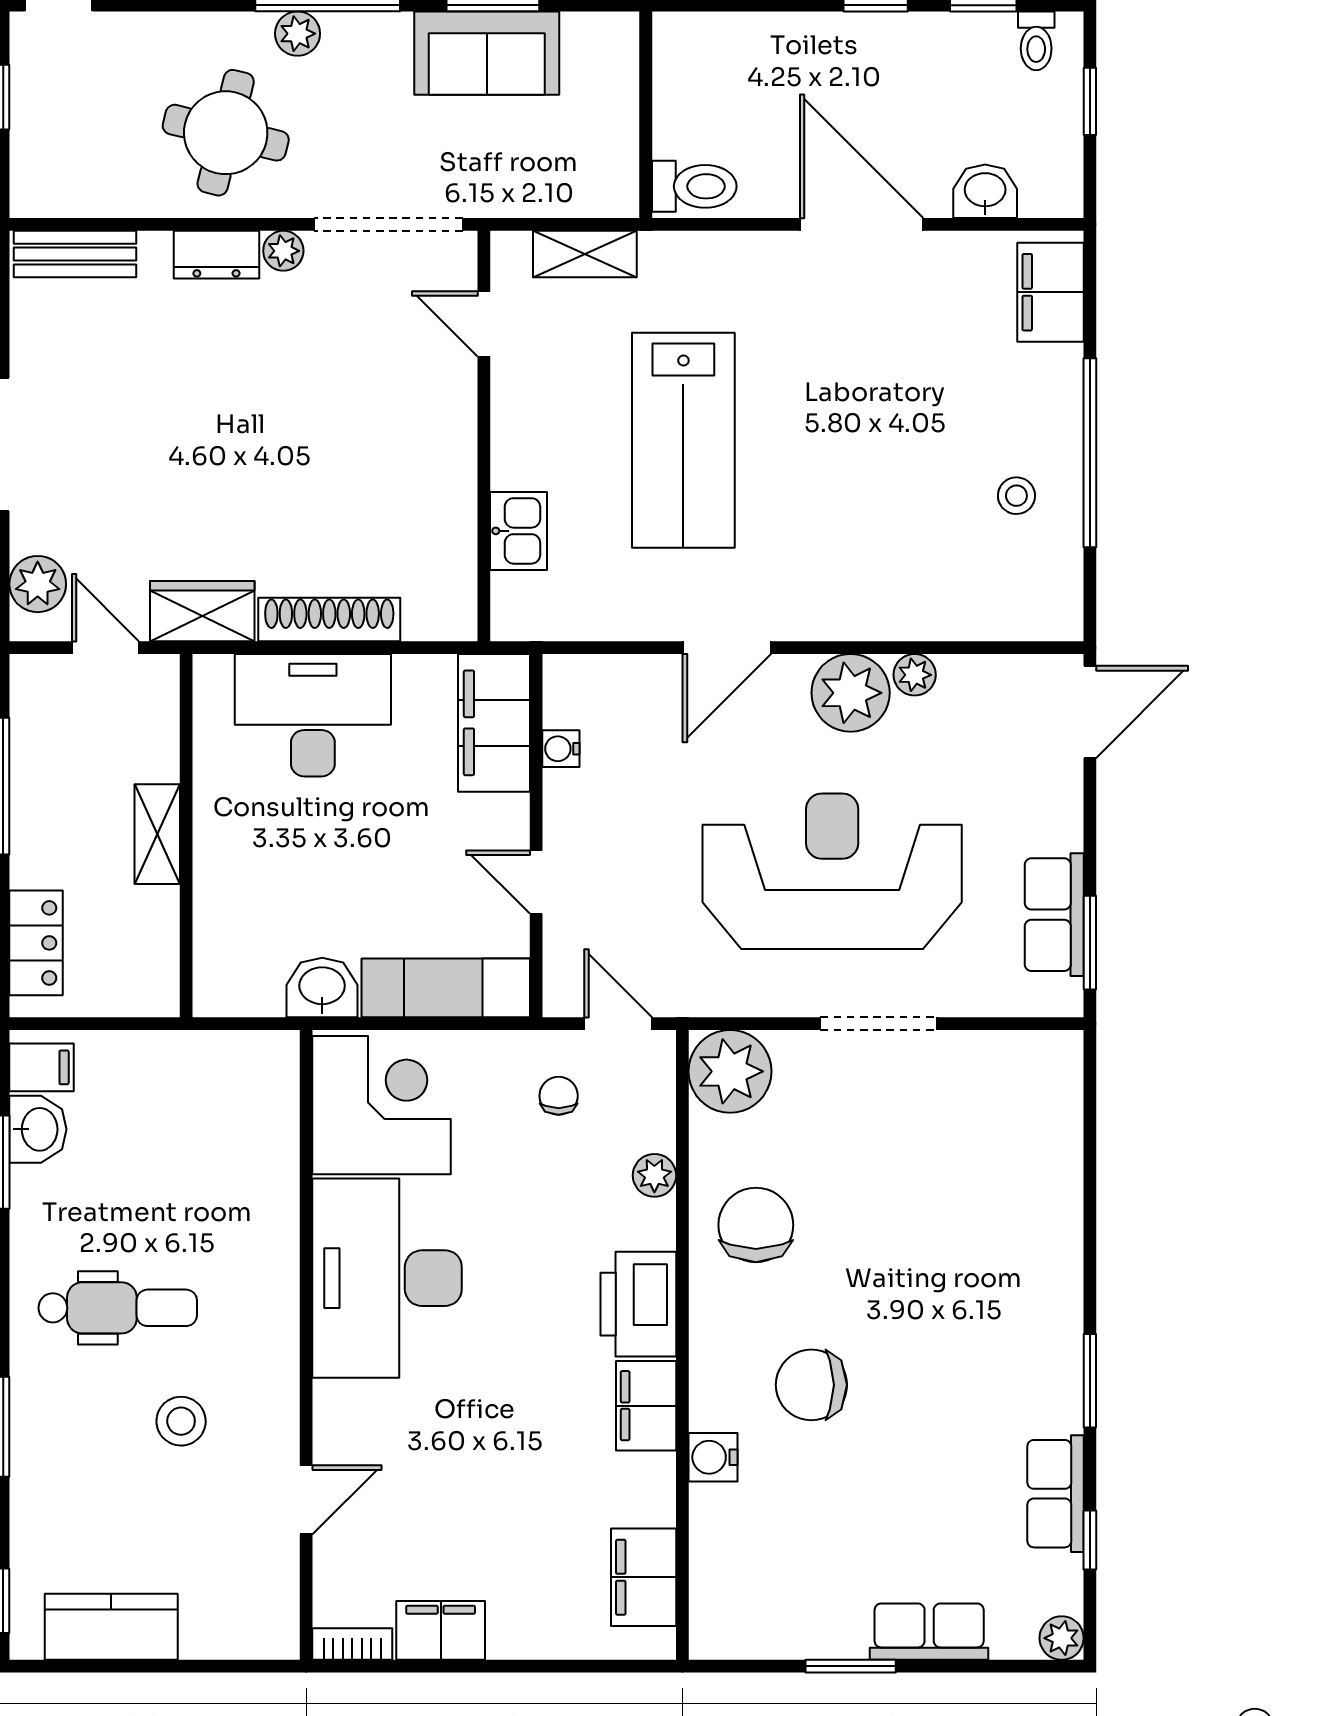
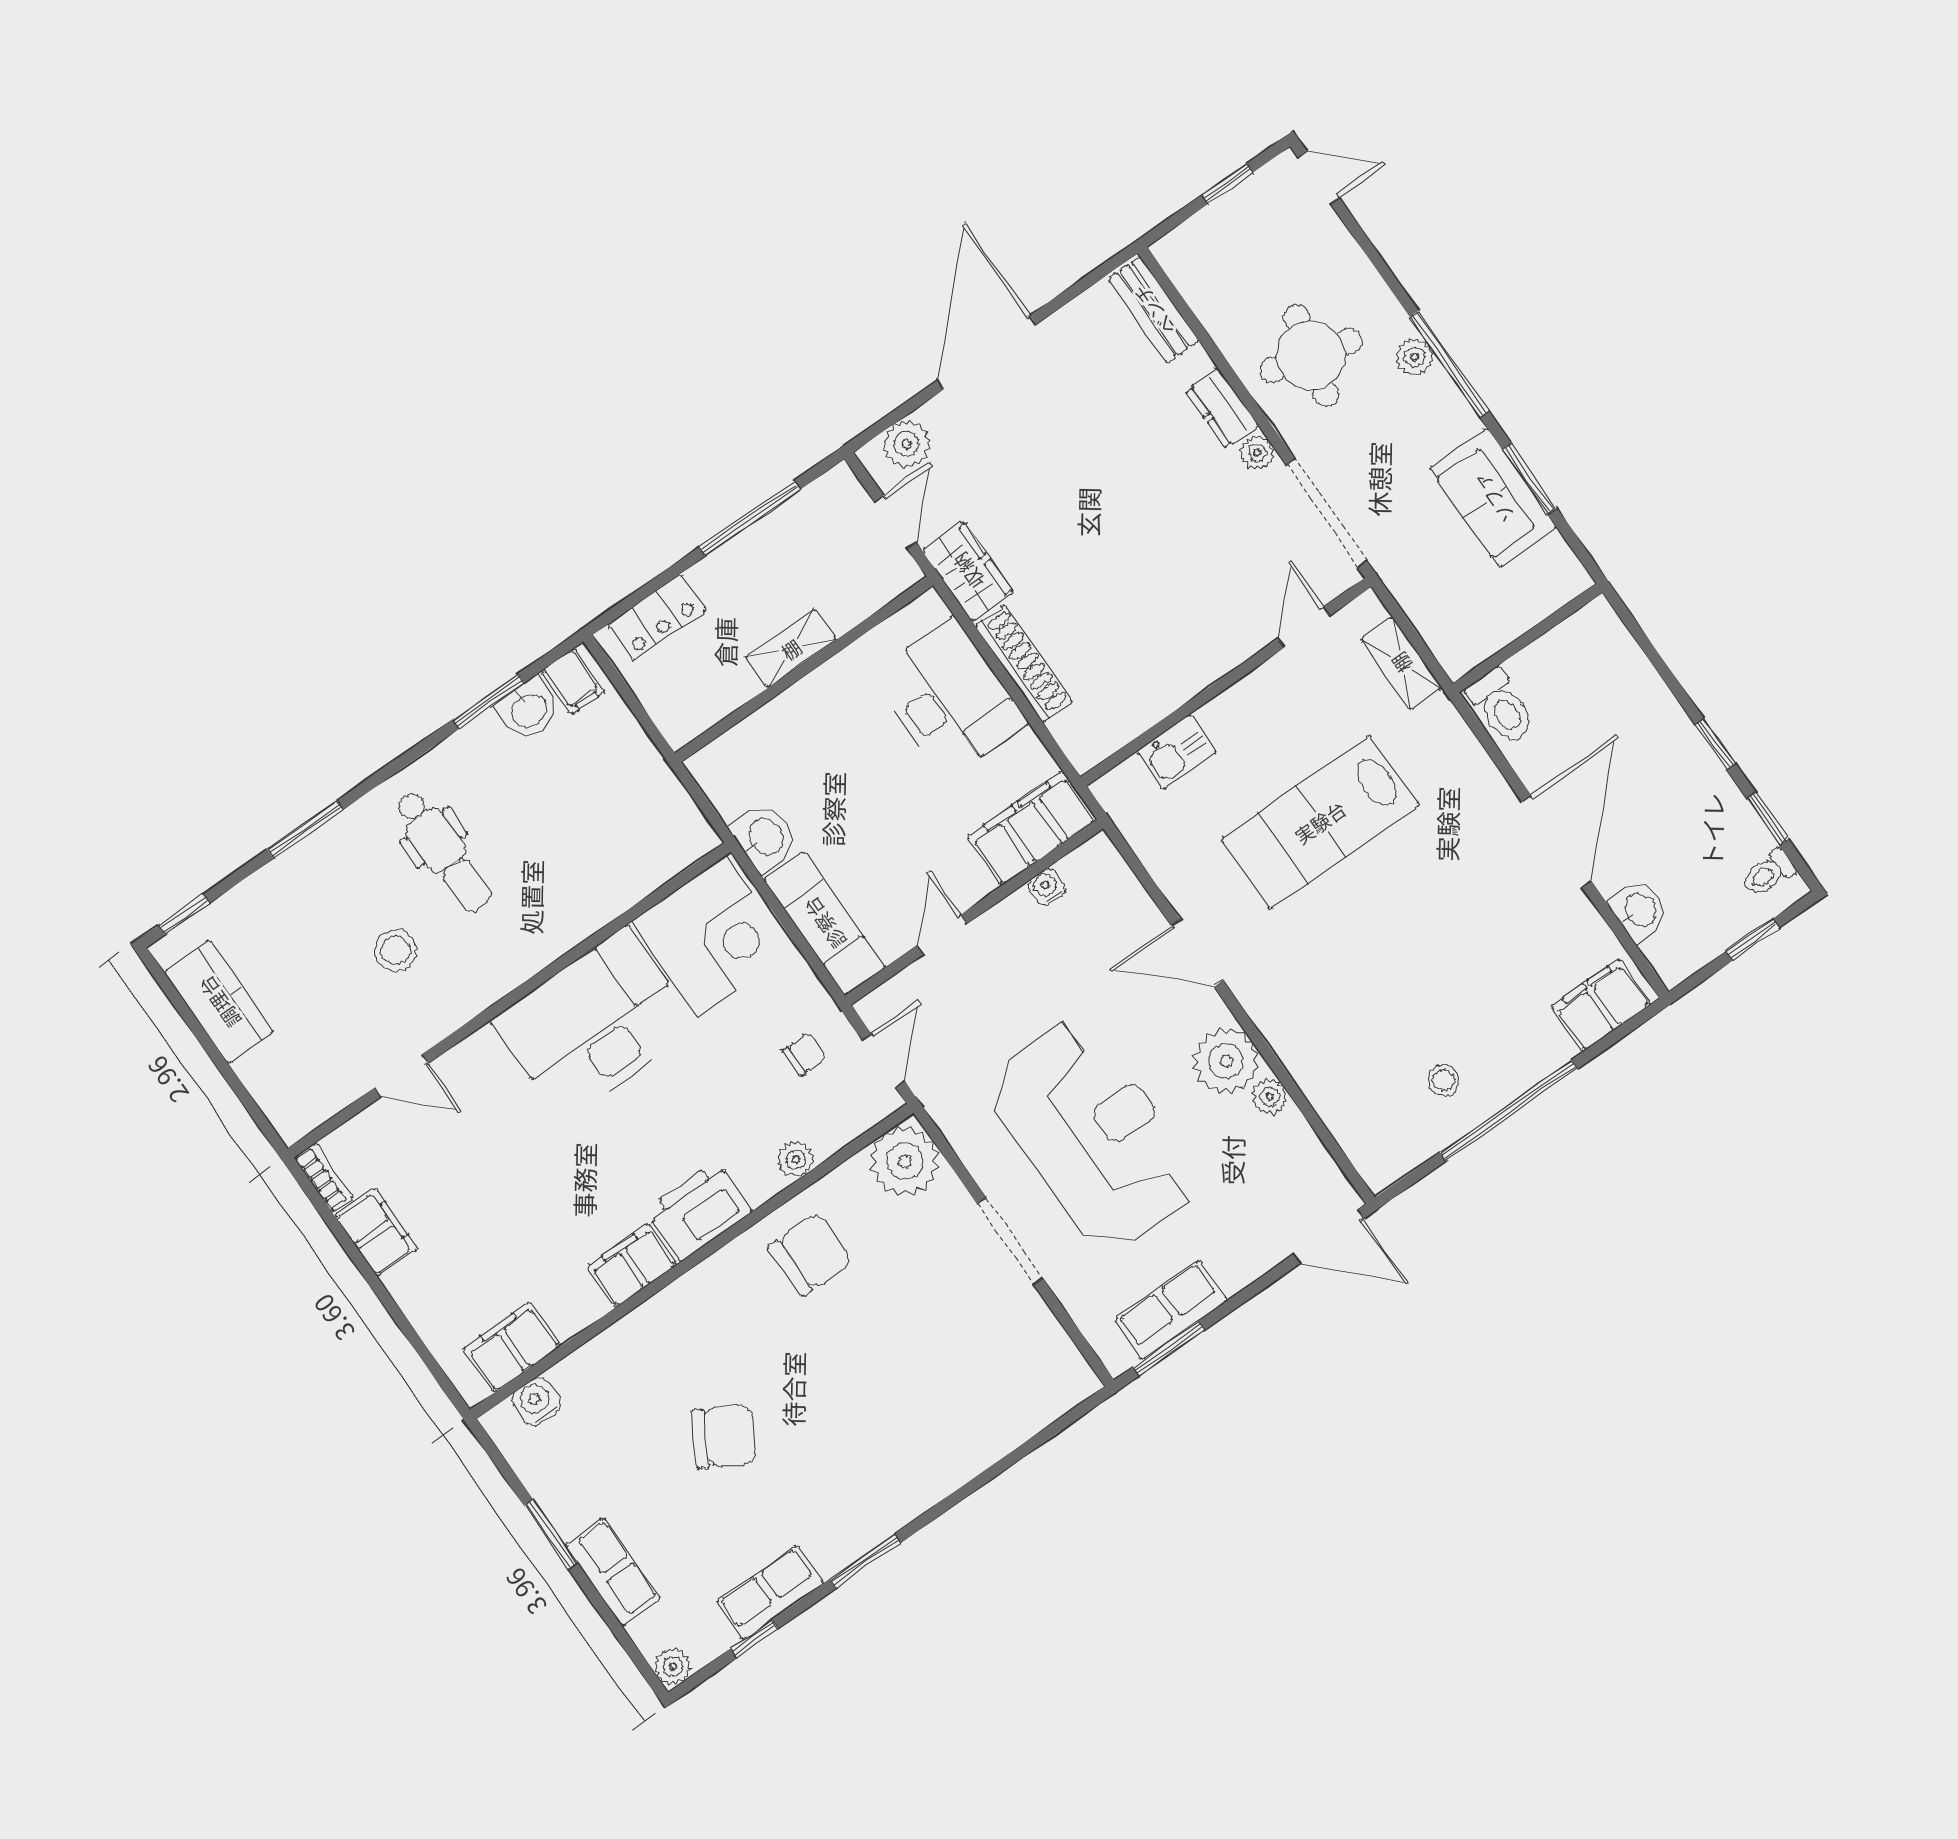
chair: (811, 1385) -> (724, 1436), moved, turned 119
water cooler: (713, 1457) -> (536, 1402), moved

